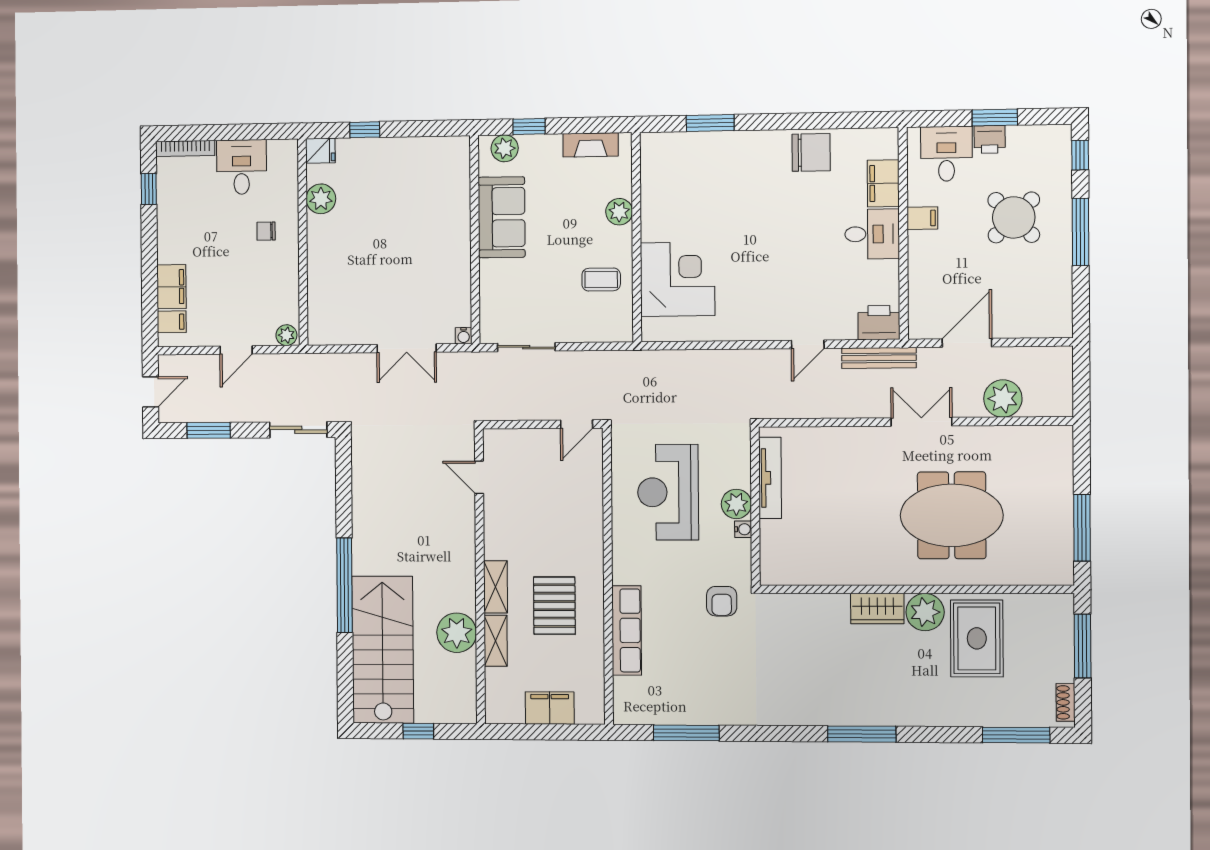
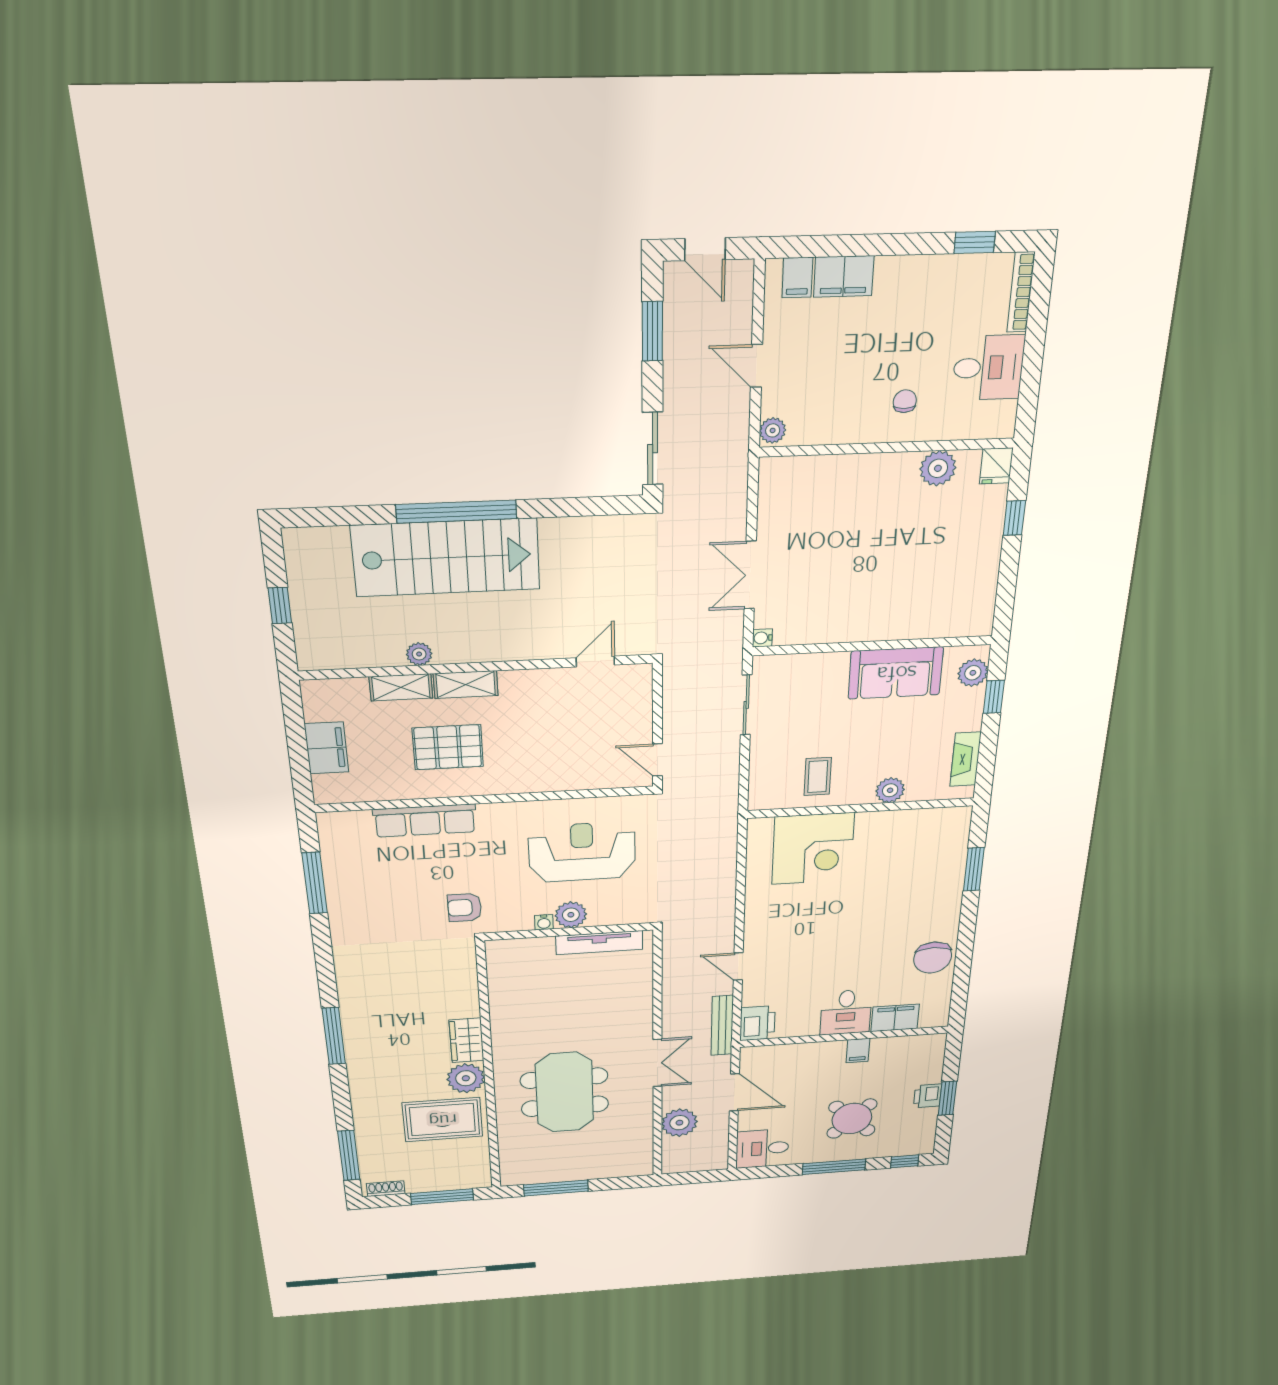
desk: (946, 154) -> (762, 1148), moved, turned 180
plant: (457, 633) -> (419, 654), width x0.53, depth x0.53
stairs: (383, 650) -> (446, 557), moved

